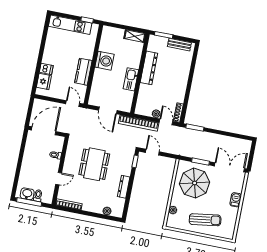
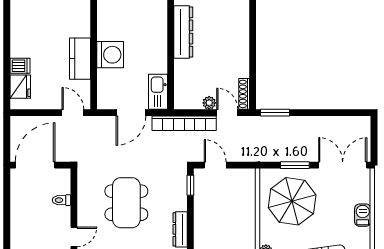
washing machine: (104, 61) -> (110, 55), moved
kitchen sink: (131, 79) -> (158, 92), moved
door: (108, 110) -> (131, 113), hinge flipped

